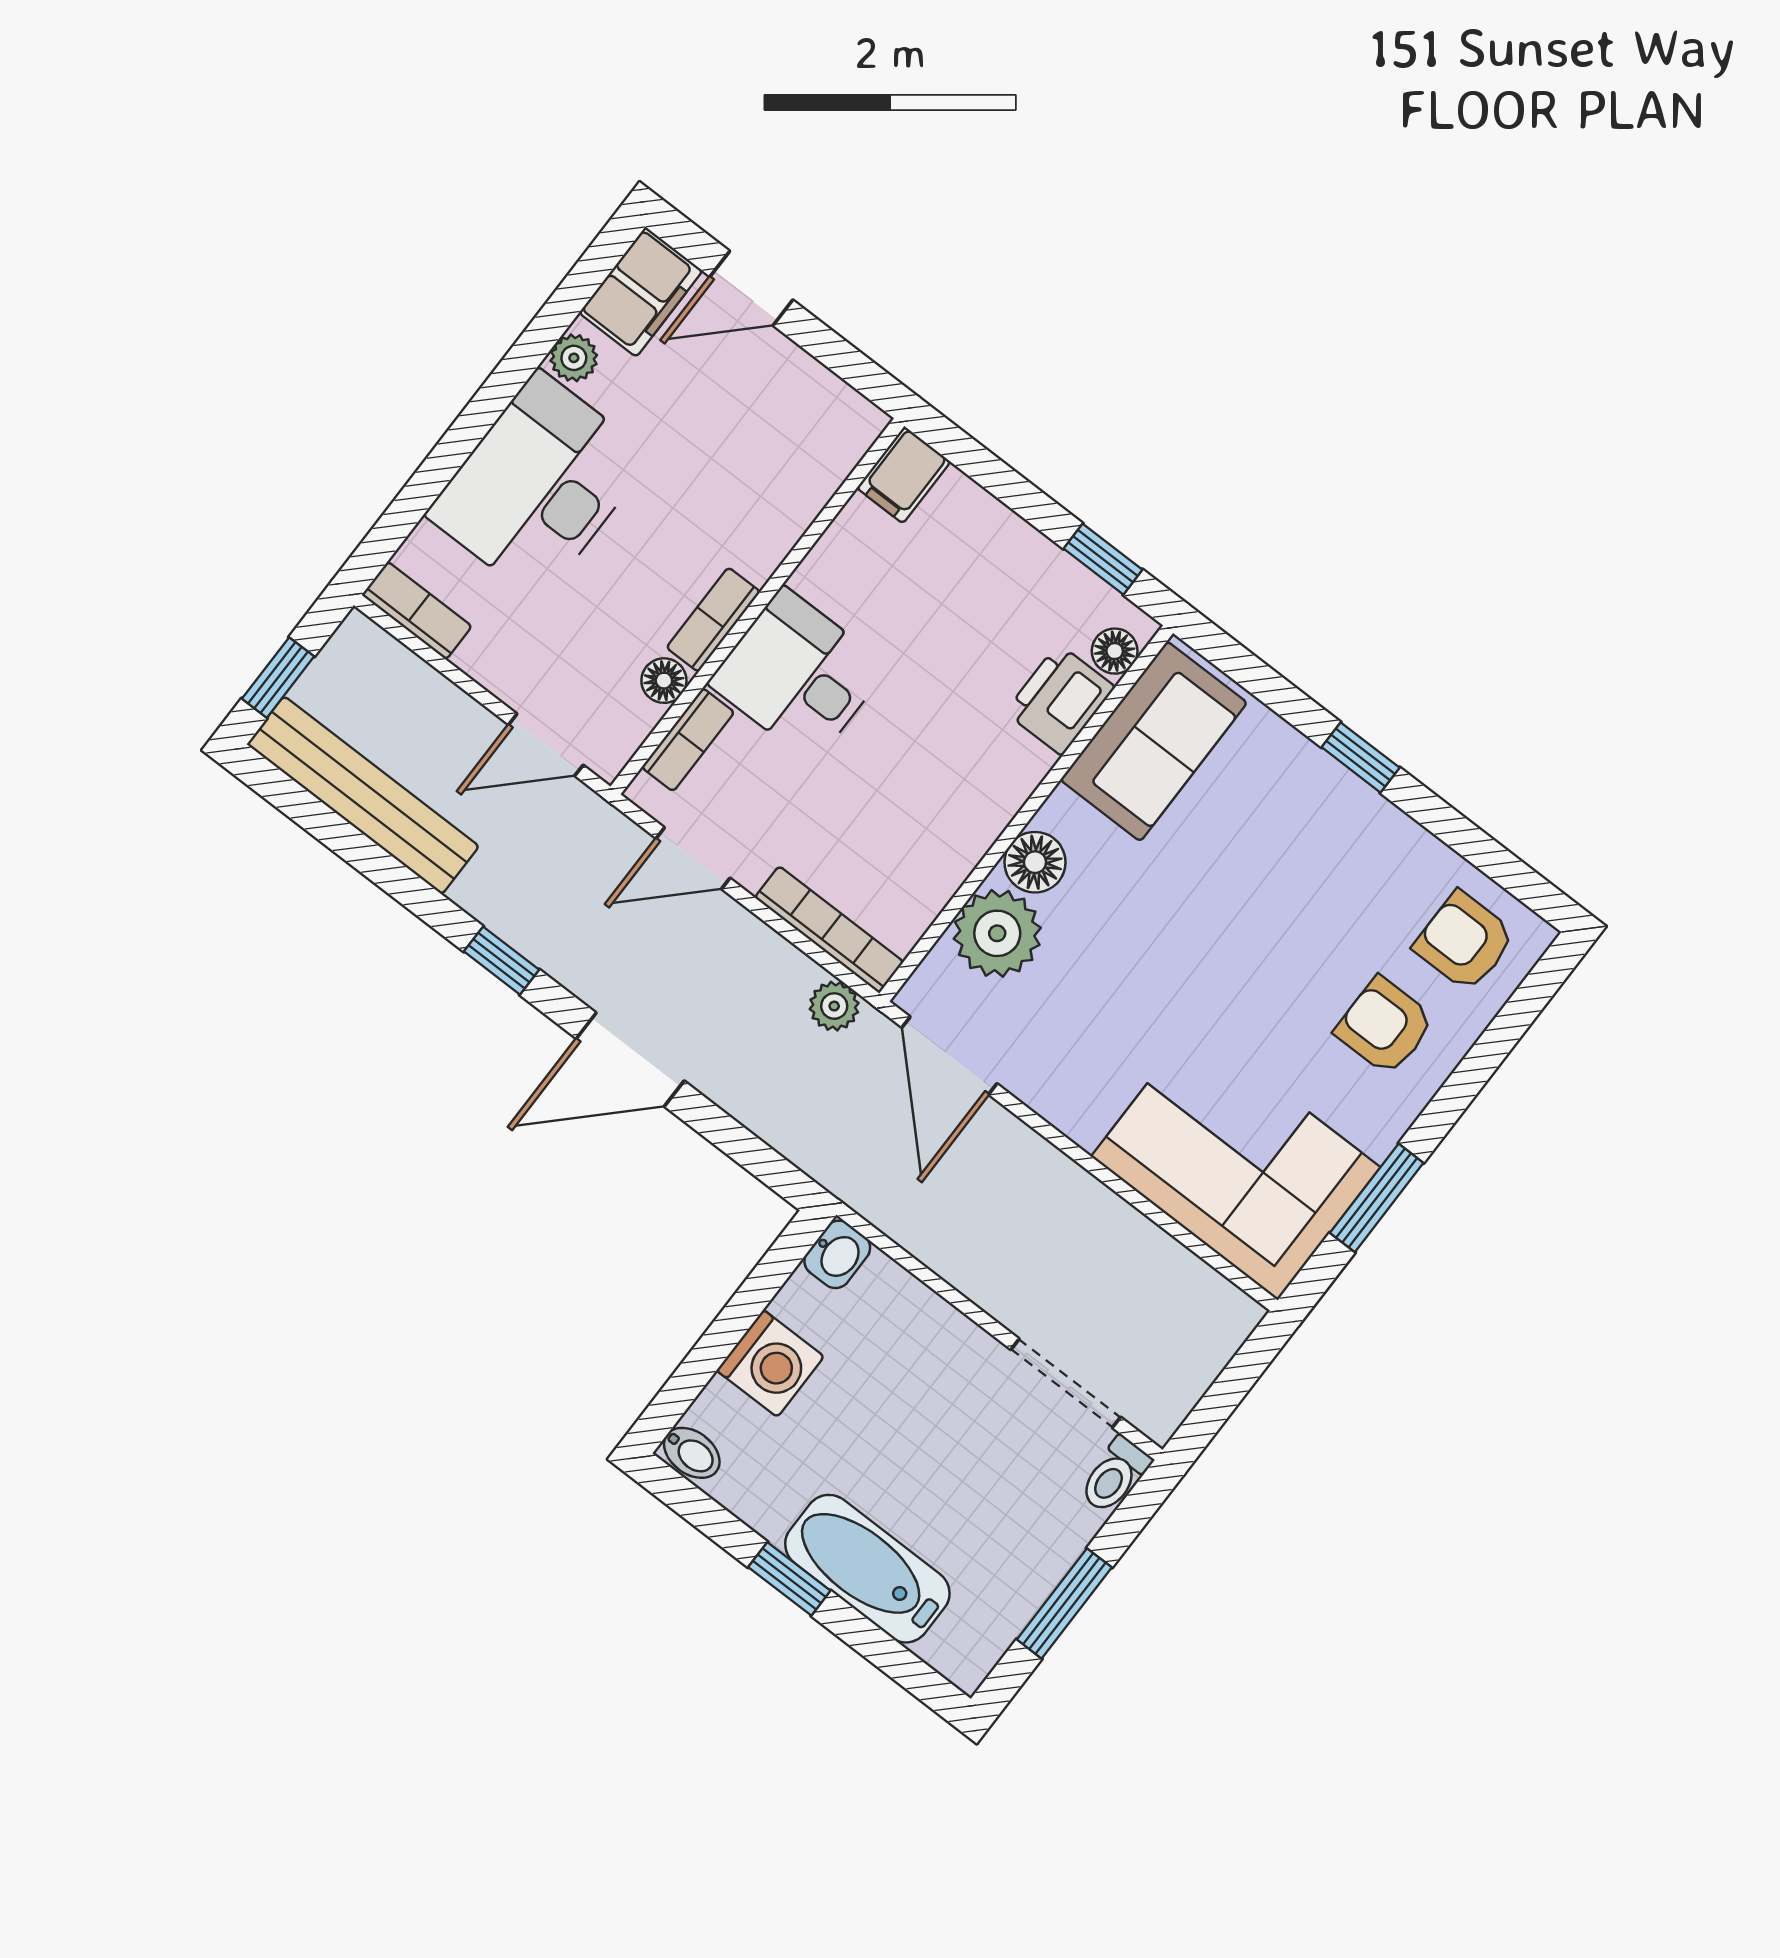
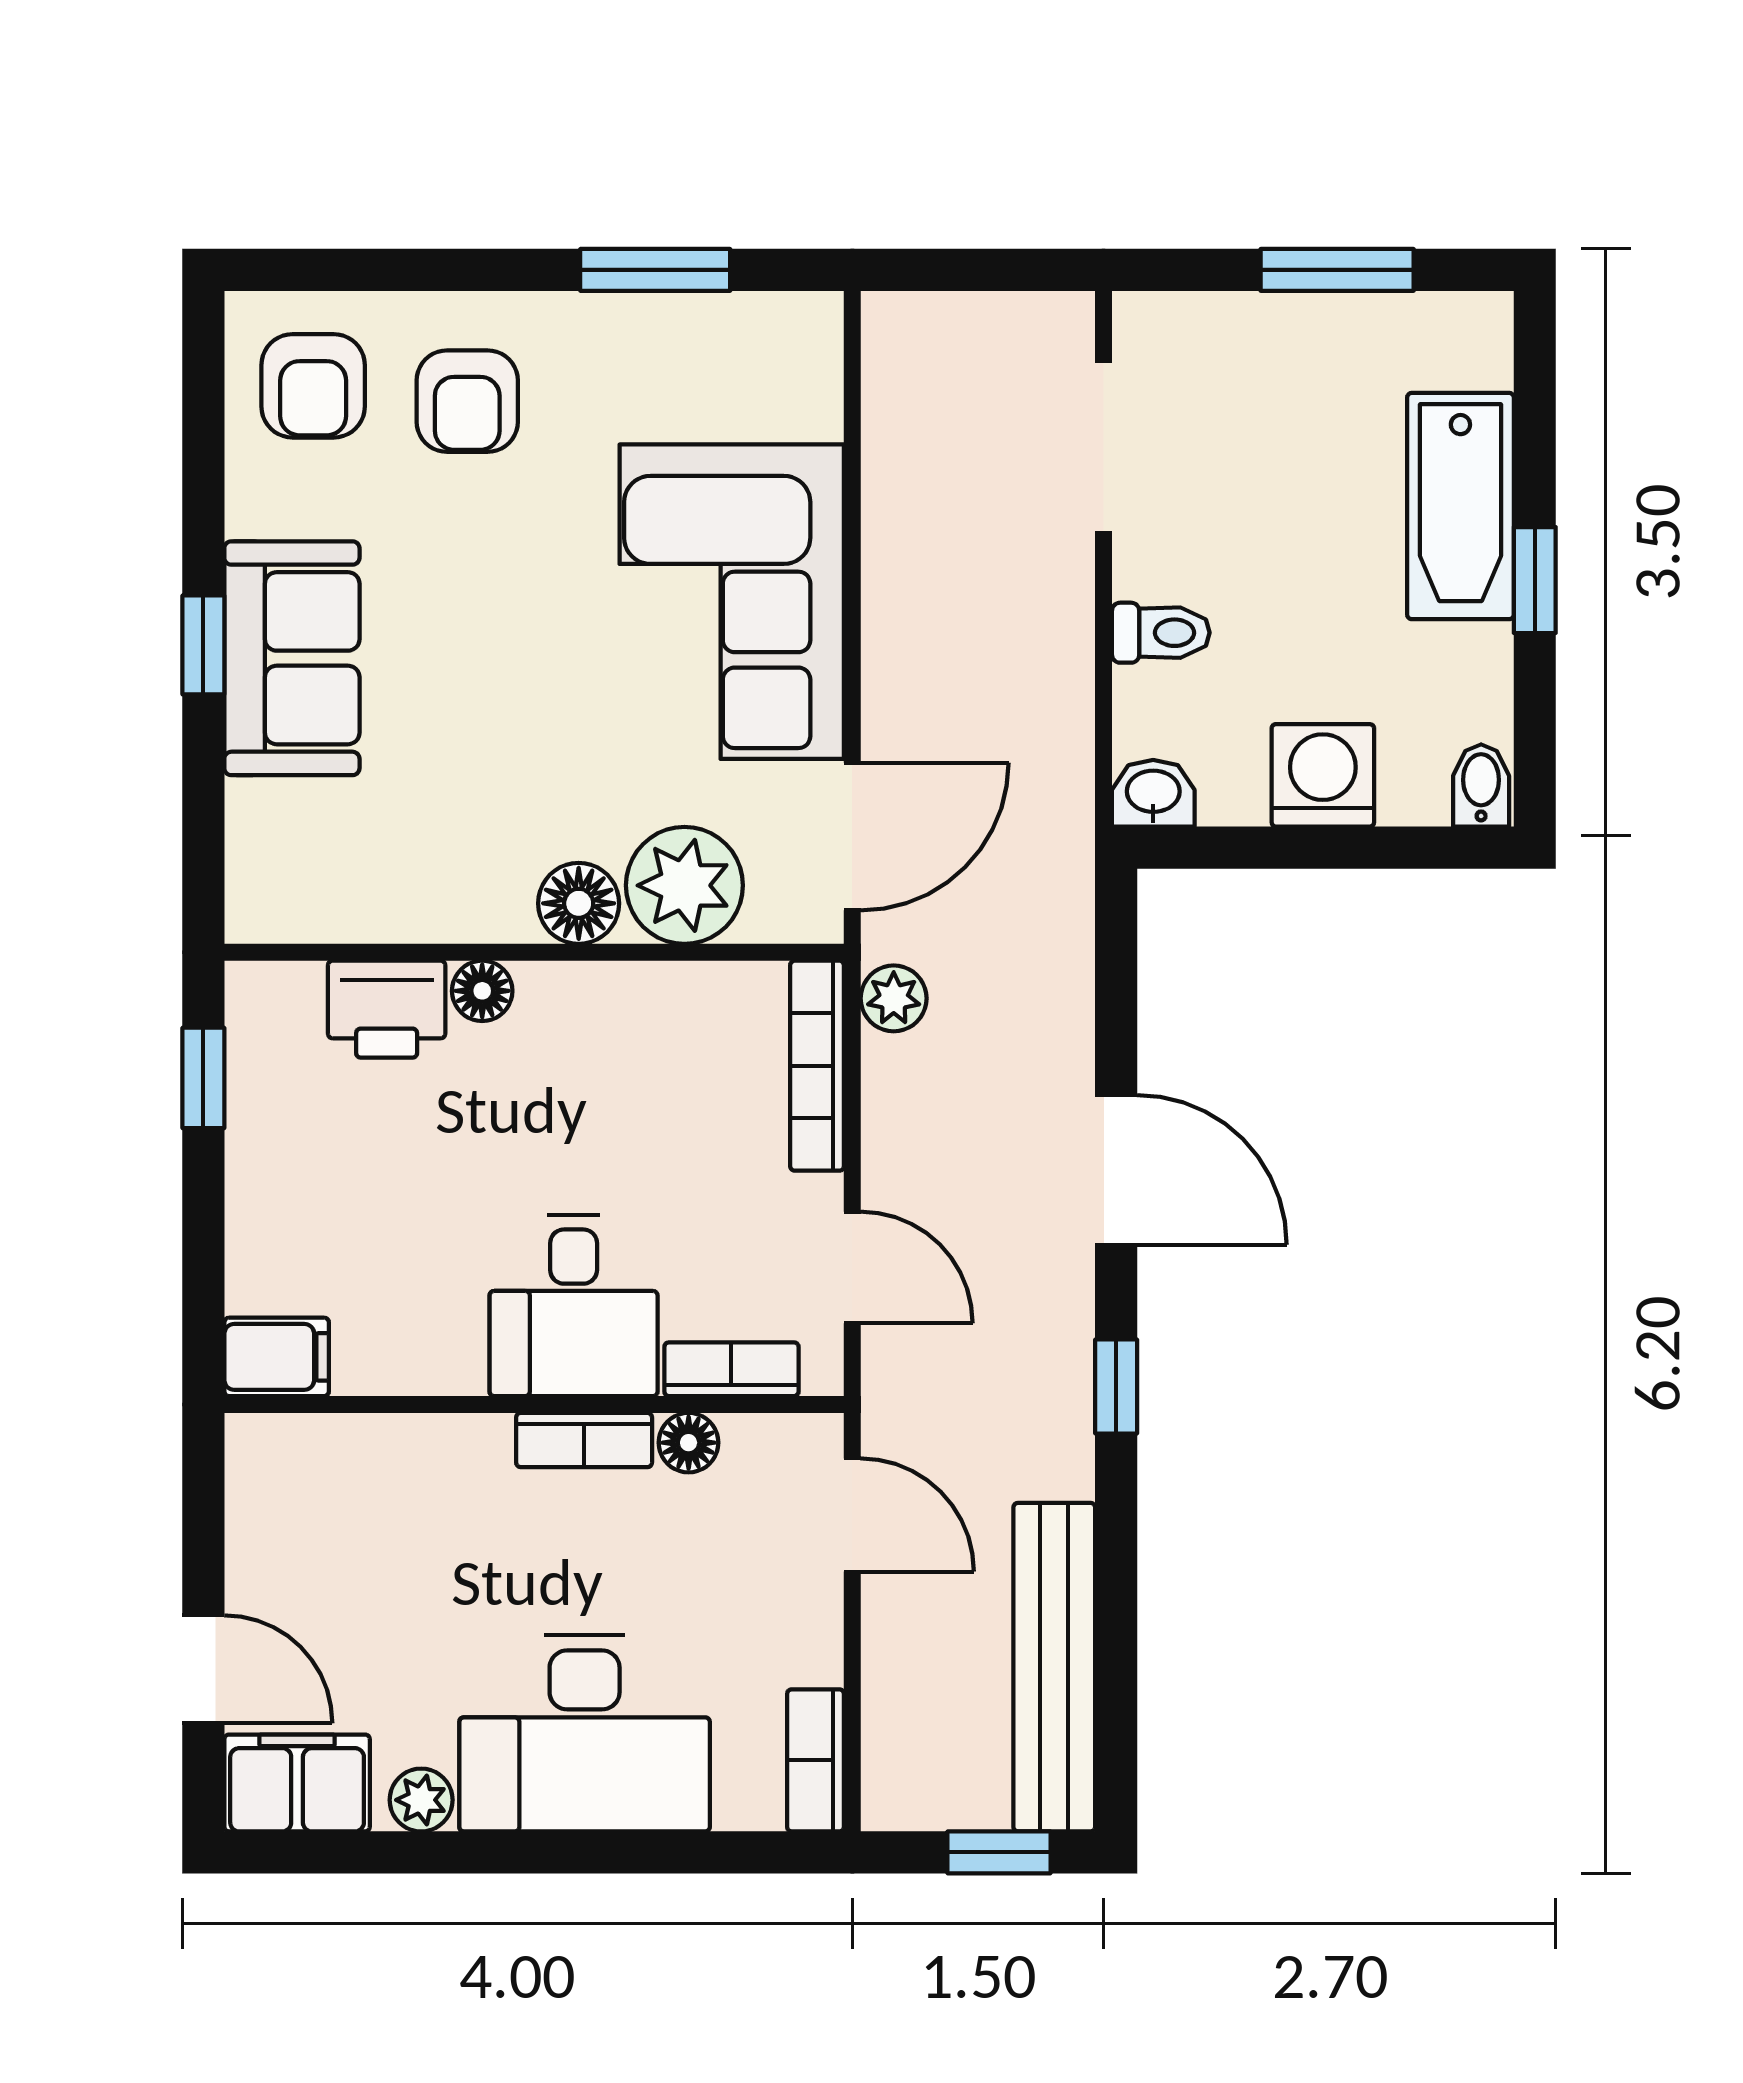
floor lamp: (1115, 651) -> (482, 991), moved
sofa: (1154, 741) -> (292, 658), moved, turned 90
corner sofa: (1236, 1162) -> (732, 602), moved
toilet: (1115, 1475) -> (1161, 633), moved

